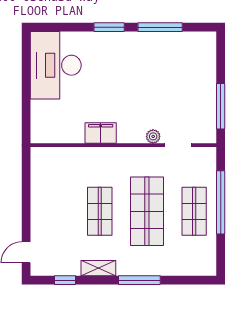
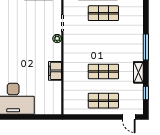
shop shelf: (147, 211) -> (103, 101), moved, width x0.70, depth x0.74

